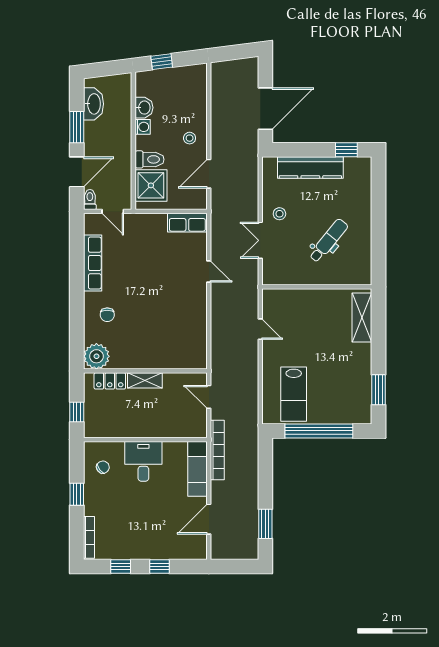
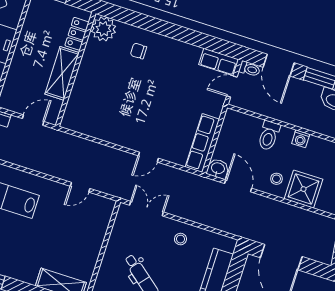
washbasin: (144, 108) -> (218, 169), moved, turned 180
shower: (151, 185) -> (303, 189), moved
row of seats: (187, 223) -> (202, 143), width x1.48
double door: (260, 240) -> (147, 209), moved
row of seats: (93, 263) -> (219, 62), moved, width x0.68
shelving: (145, 380) -> (62, 73), width x1.50, depth x1.33

